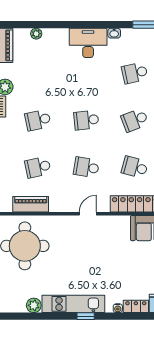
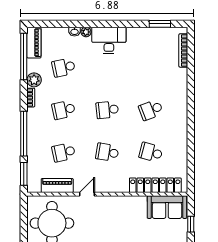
washbasin: (114, 33) -> (74, 32), moved
plant: (36, 34) -> (86, 32), moved
school desk: (135, 73) -> (64, 67), moved
door: (88, 214) -> (87, 194), moved

